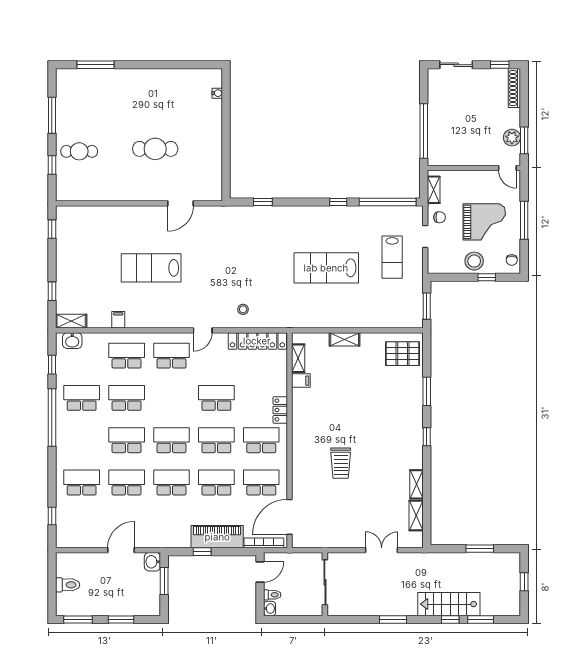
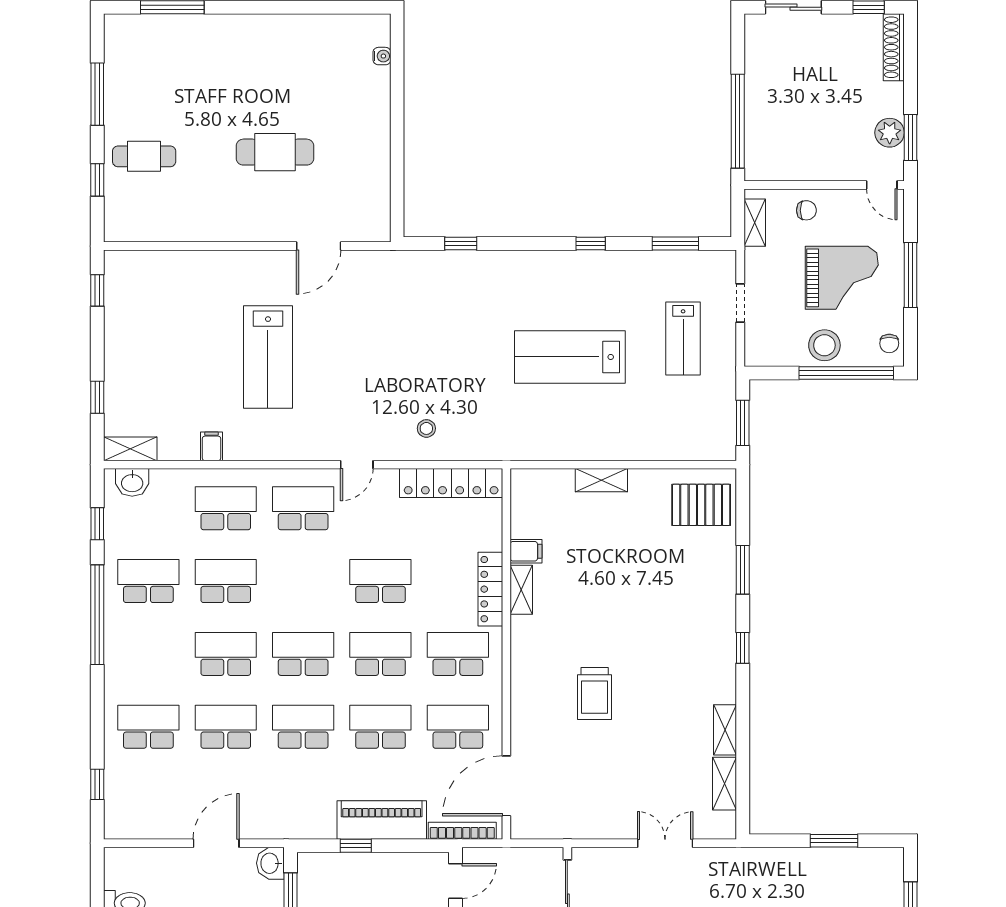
window: (388, 202) -> (675, 244), width x0.47
chair: (440, 217) -> (806, 210), moved
lab bench: (151, 268) -> (268, 357), turned -90
window: (487, 277) -> (846, 373), width x3.17
shelving: (298, 358) -> (521, 590), moved
locker: (280, 410) -> (490, 589), width x1.53

